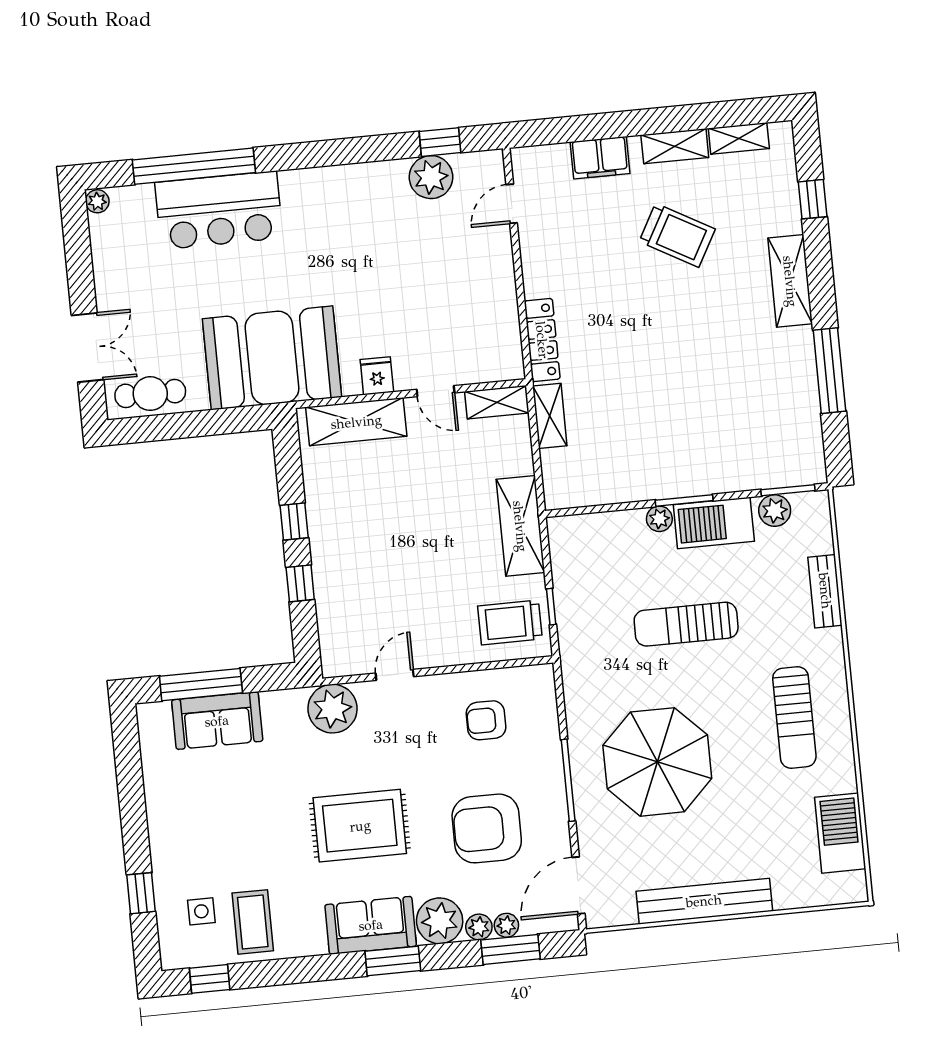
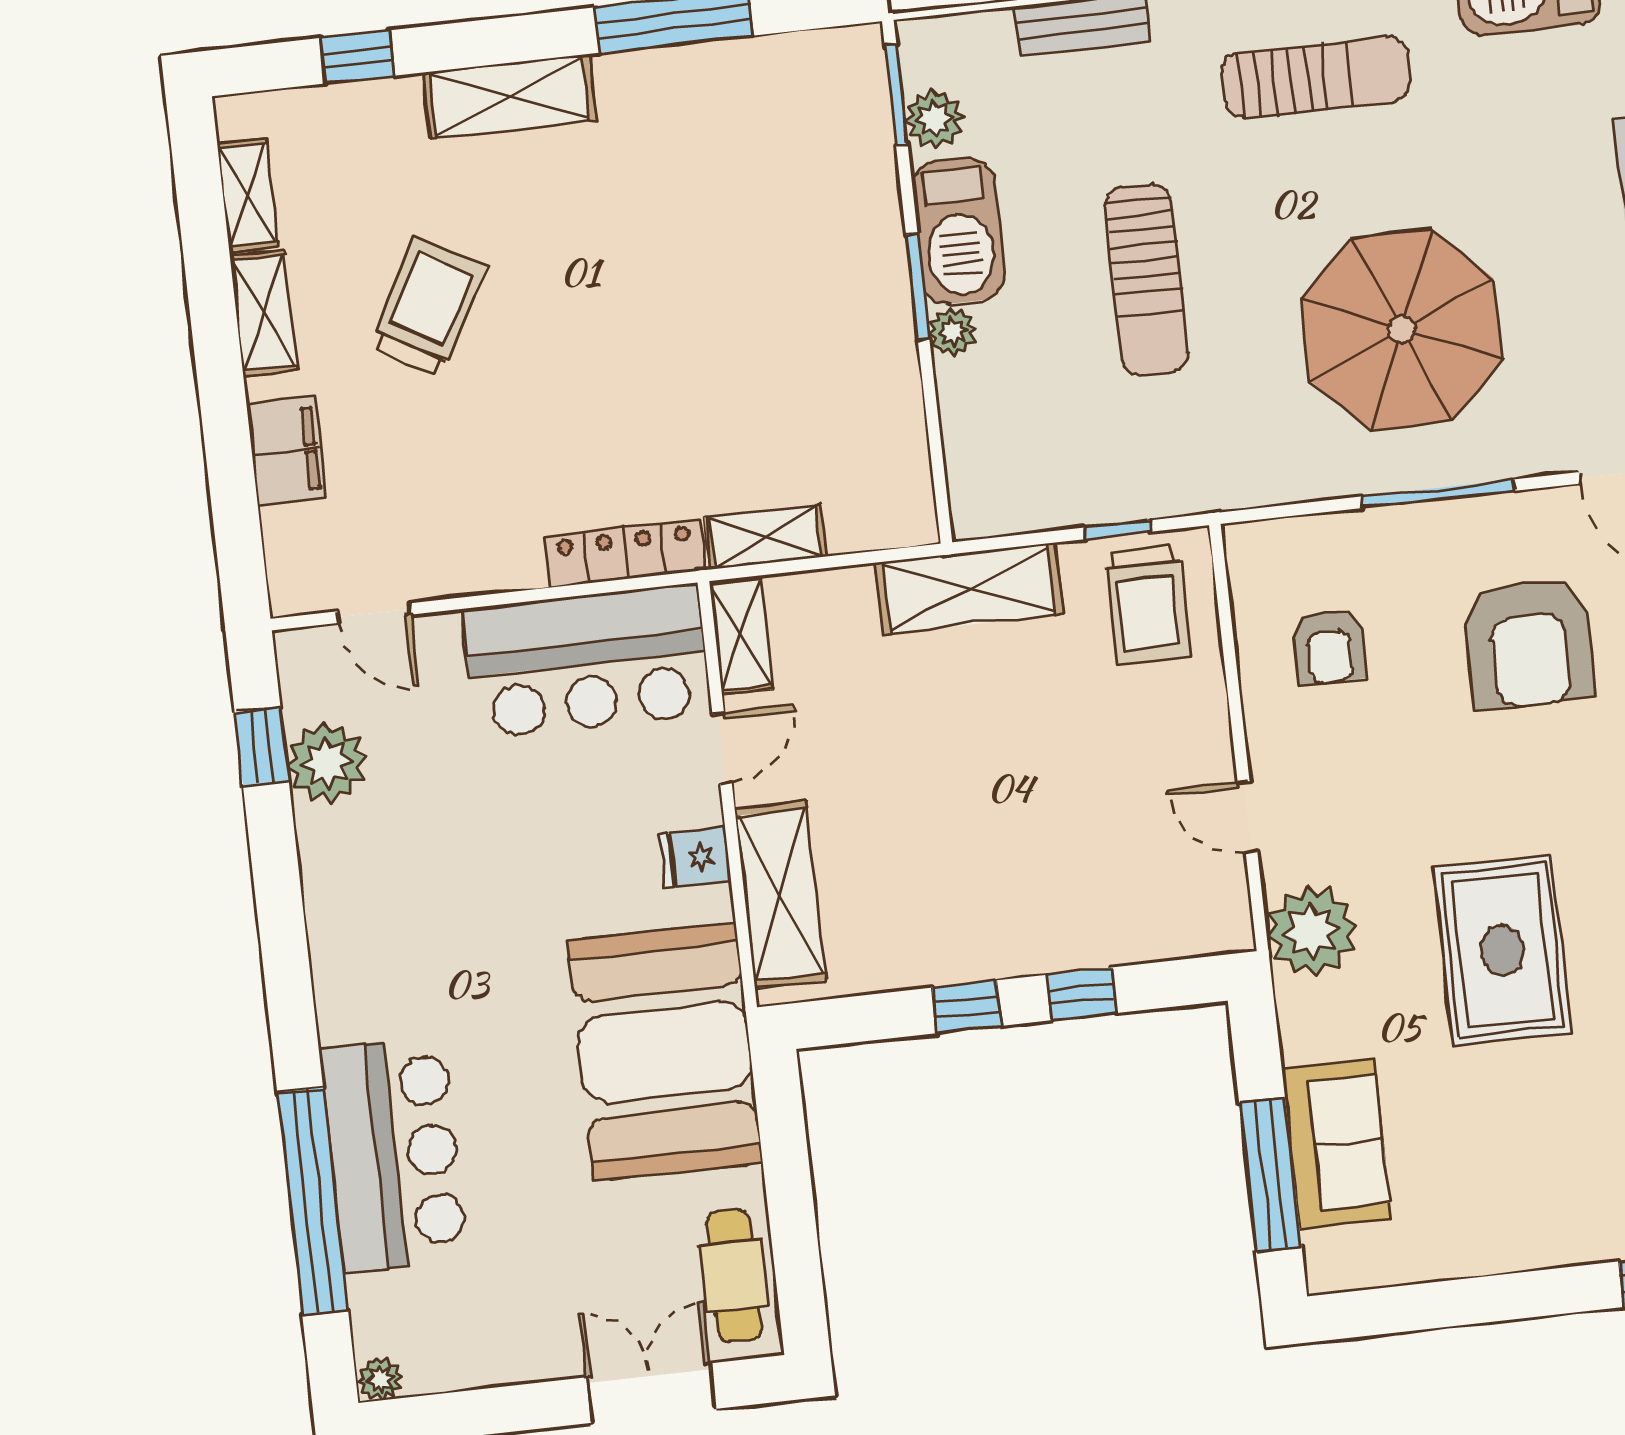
bar counter: (484, 319) -> (587, 661), added
rug: (360, 826) -> (1502, 950), moved

